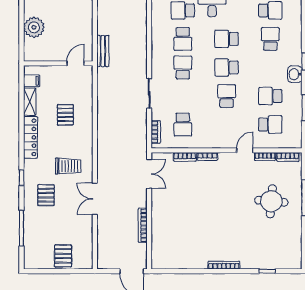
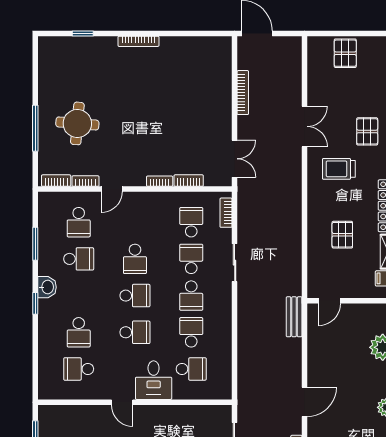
school desk: (183, 96) -> (191, 259), added
school desk: (270, 125) -> (79, 222), turned -90
double door: (149, 174) -> (235, 159), swing flipped

